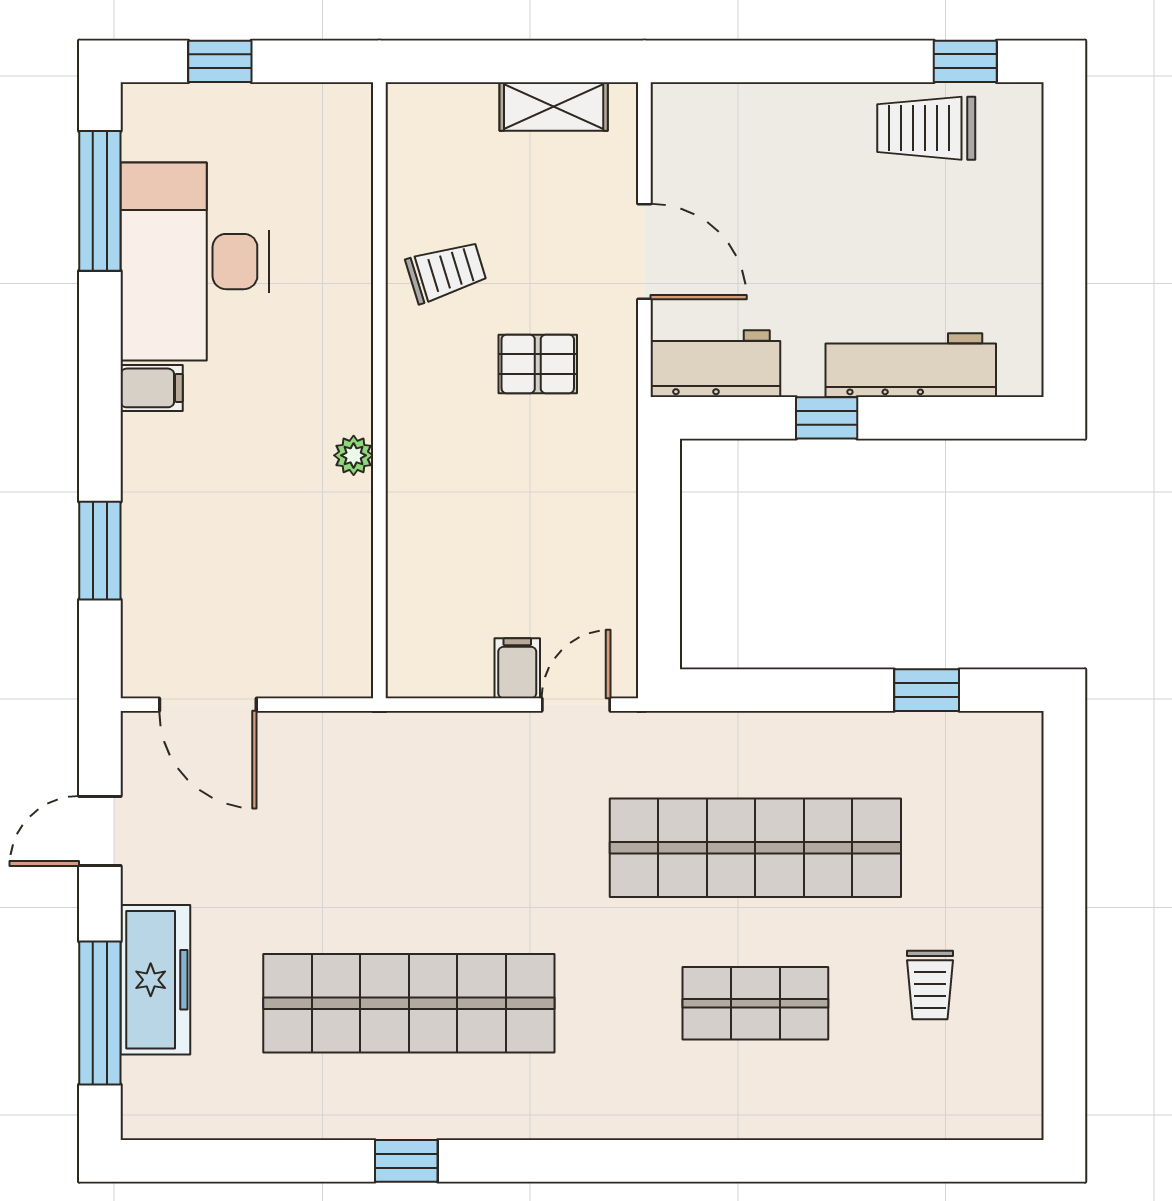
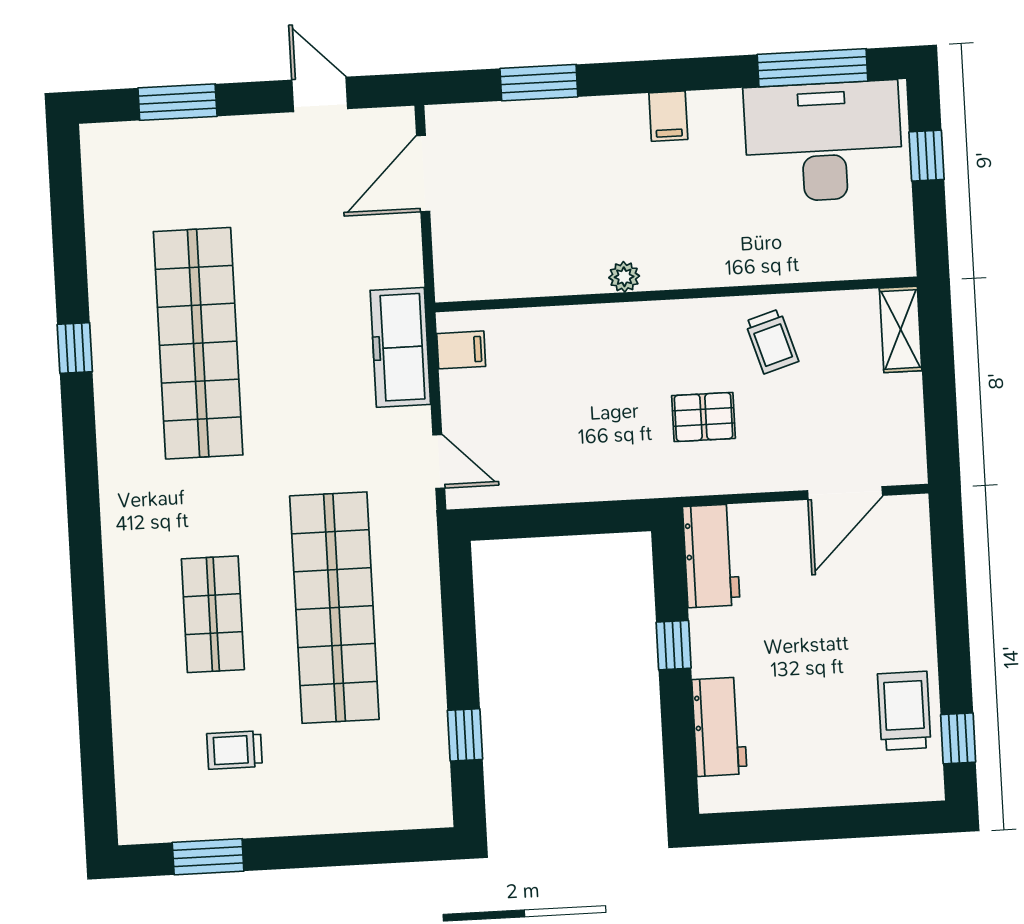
shelving: (554, 106) -> (901, 329), moved
door: (644, 252) -> (845, 493), moved
desk: (195, 262) -> (823, 142), moved
pallet: (538, 364) -> (703, 417), turned 90
workbench: (911, 365) -> (719, 727), width x0.73
filing cabinet: (517, 668) -> (461, 350), moved
freezer: (155, 980) -> (400, 347), moved, turned 90
window: (100, 1013) -> (177, 102), width x0.69
window: (1064, 1026) -> (208, 857), added

